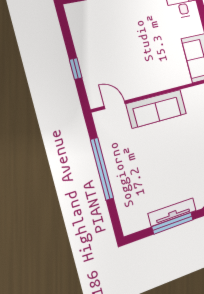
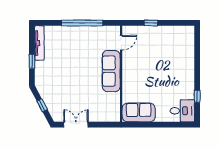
tv unit: (172, 212) -> (39, 43), moved
window: (173, 223) -> (32, 61), width x0.46

